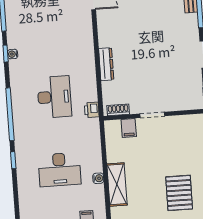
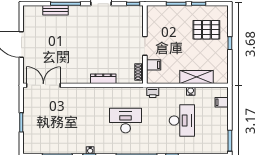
printer: (92, 110) -> (153, 92), moved

